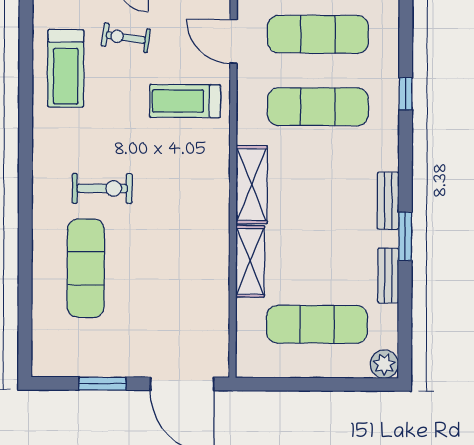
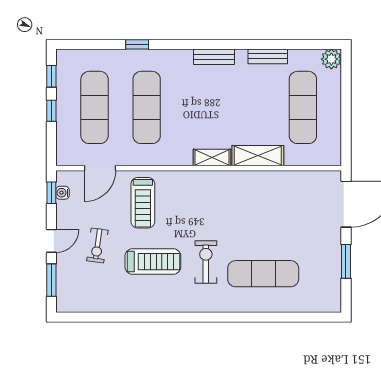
treadmill: (66, 68) -> (153, 262), moved
shelving: (252, 185) -> (212, 158), width x0.67, depth x0.75
window: (405, 236) -> (239, 44), removed

